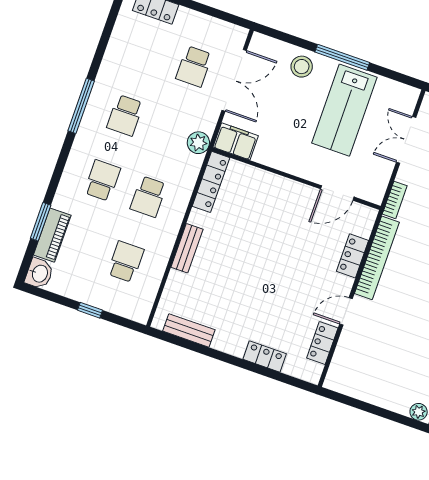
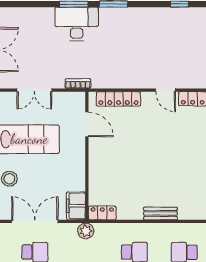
locker: (211, 182) -> (102, 213), width x0.66
locker: (353, 256) -> (118, 99), width x1.53
bookcase: (377, 258) -> (122, 82), removed

